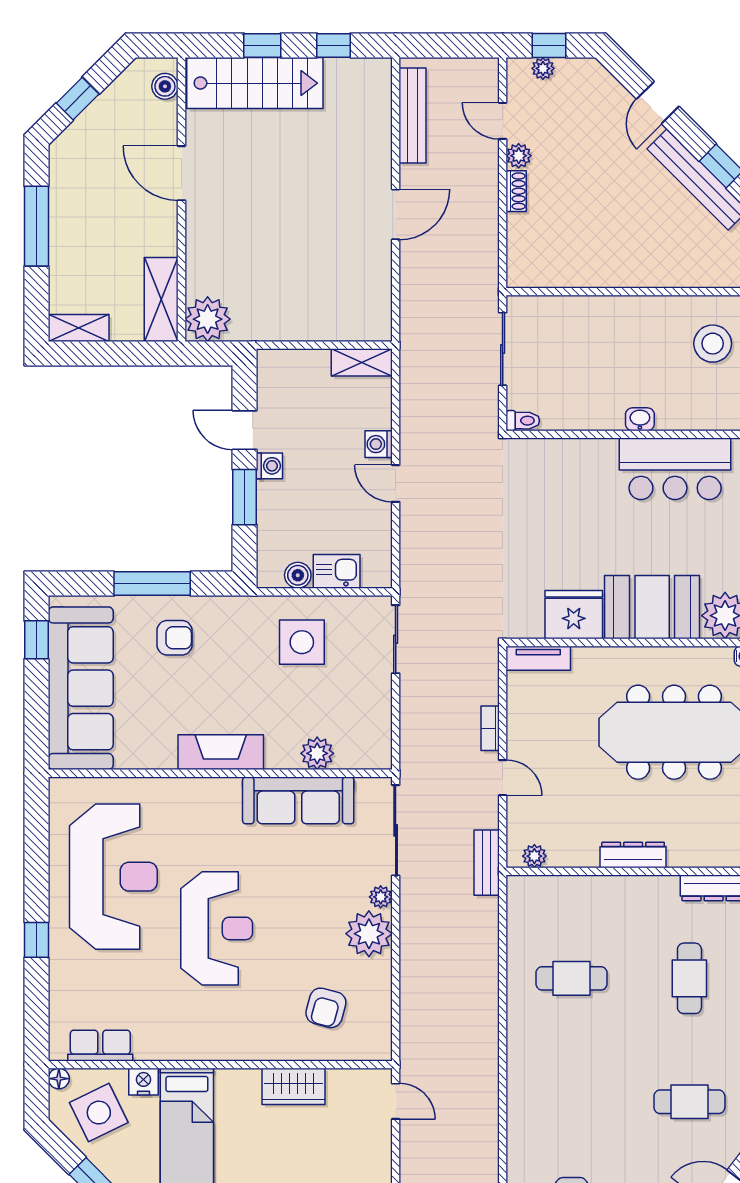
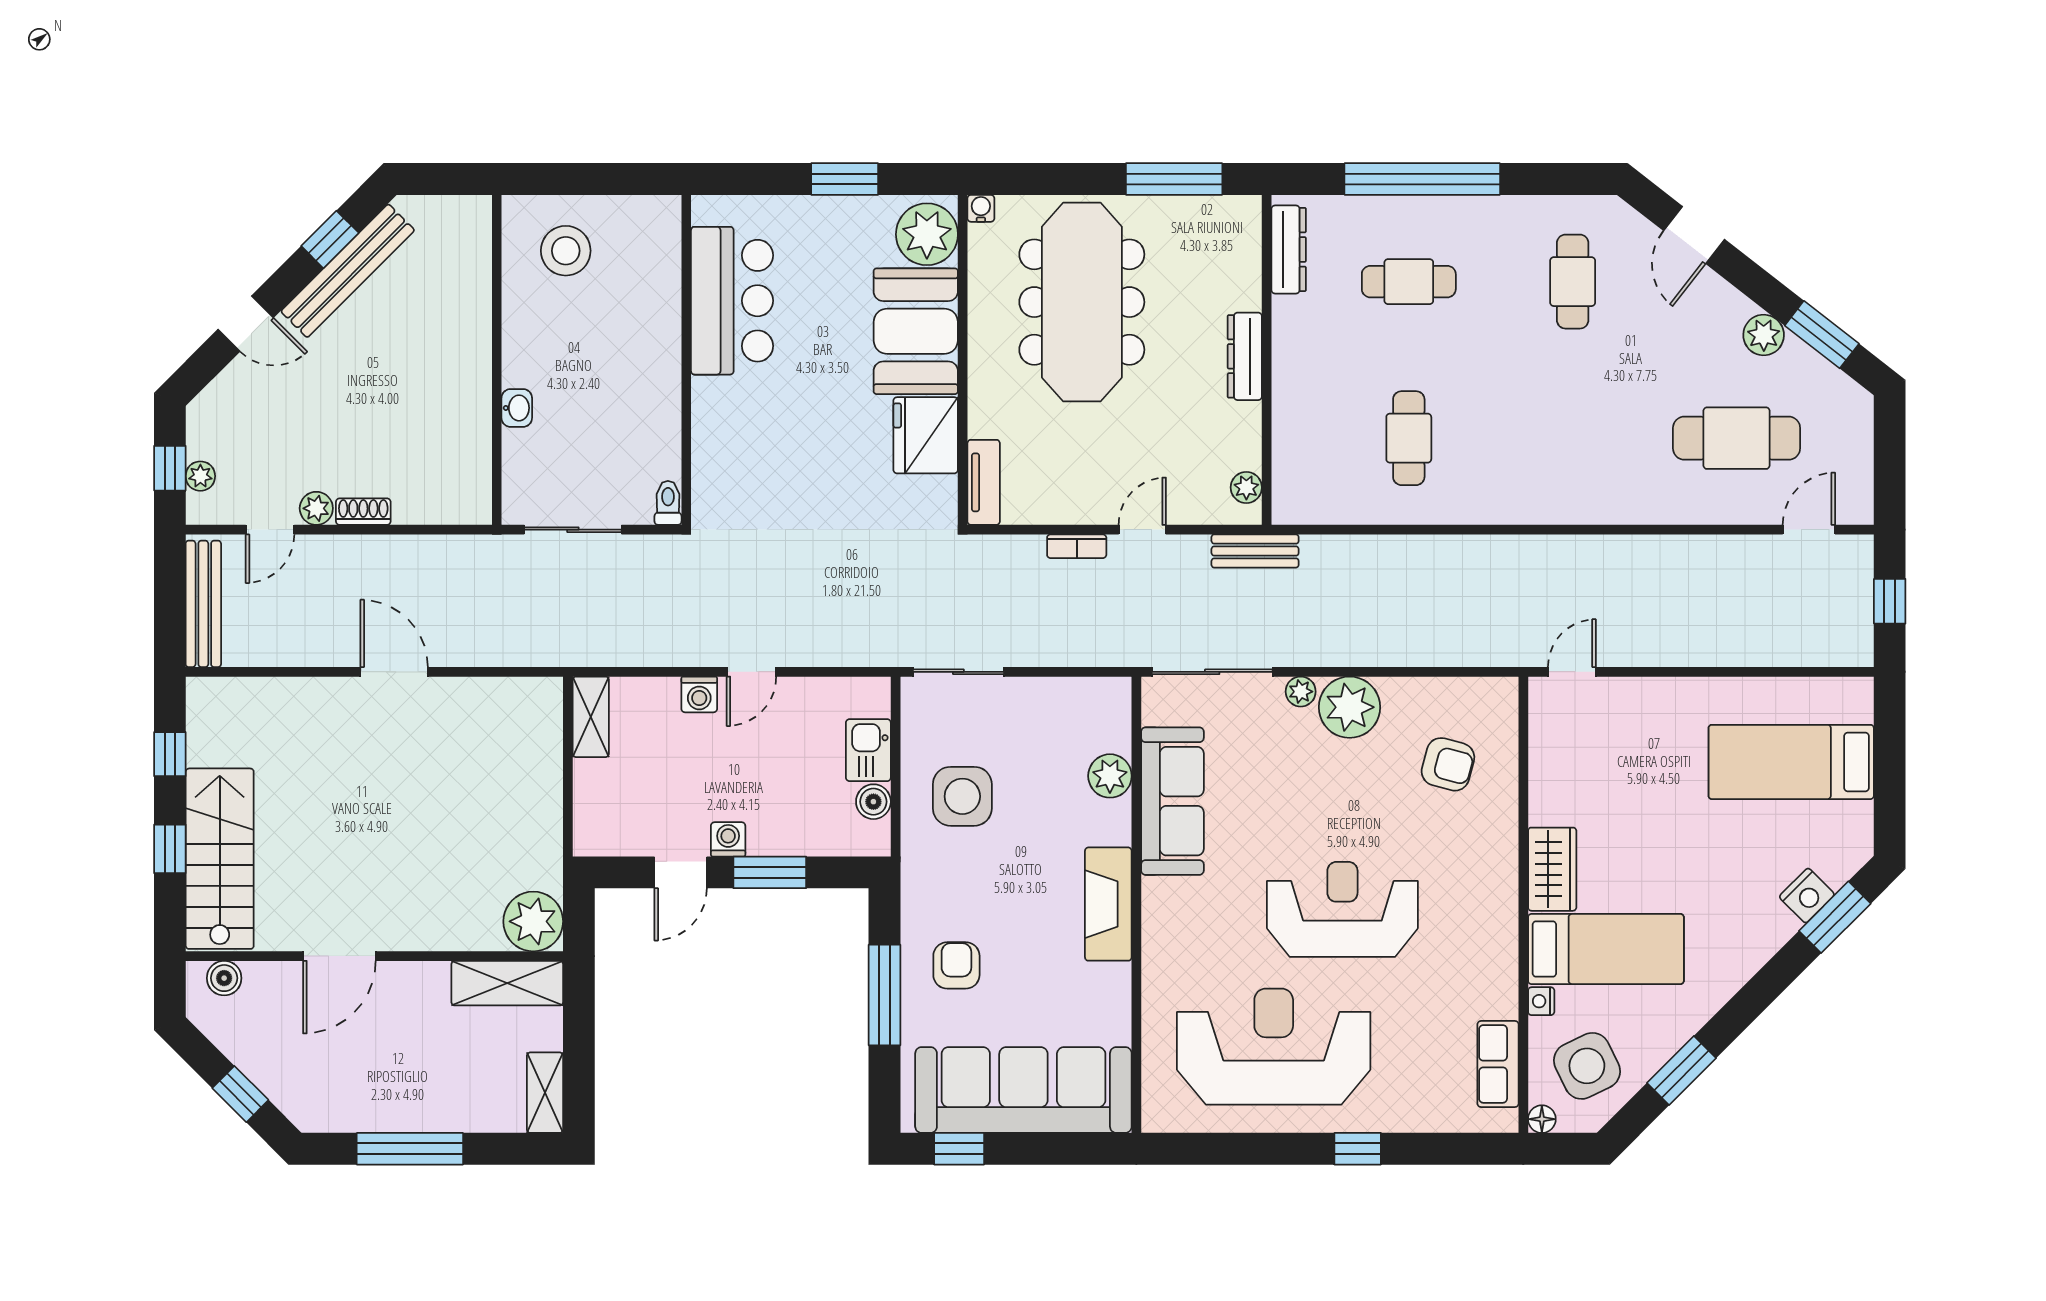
bench: (412, 116) -> (203, 604), moved, turned 90
washbasin: (640, 419) -> (517, 408), moved, turned 180
nightstand: (143, 1082) -> (1541, 1001), width x0.72, depth x0.74
wardrobe: (294, 1086) -> (1552, 869), moved

